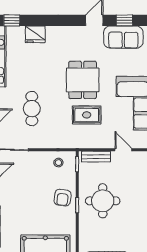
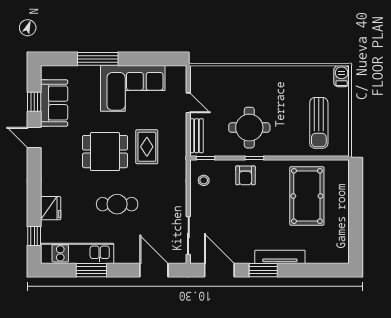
cafe table: (32, 109) -> (117, 204), moved
door: (123, 150) -> (188, 103), swing flipped
armchair: (63, 198) -> (245, 175), turned 82

